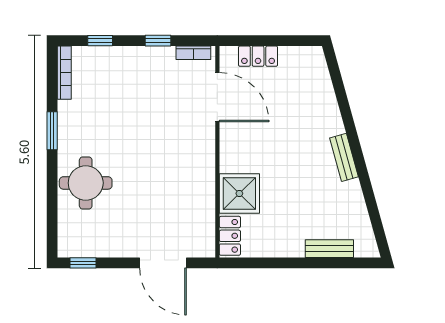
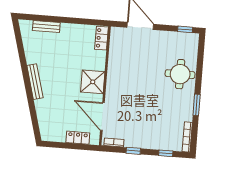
bench: (344, 157) -> (35, 82), width x1.36
shower: (239, 193) -> (93, 82), moved

